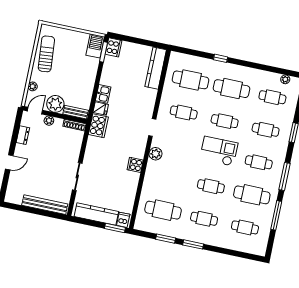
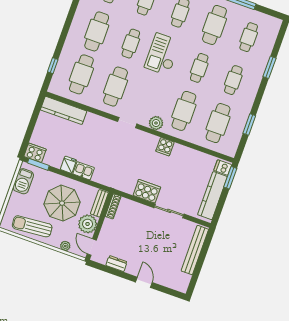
barbecue: (95, 46) -> (23, 181), moved, turned -90
window: (221, 58) -> (53, 66), moved
parasol: (71, 78) -> (62, 203), added
fridge: (101, 109) -> (68, 165), moved
cafe table: (184, 112) -> (116, 87), width x1.37, depth x1.35
plant: (49, 121) -> (105, 233), removed
cooker: (98, 126) -> (147, 191), moved
cafe table: (170, 178) -> (184, 111), added
window: (193, 244) -> (270, 67), moved

